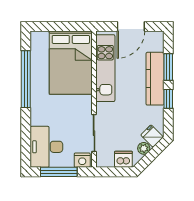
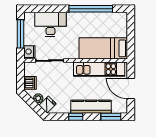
bed: (71, 63) -> (103, 48), width x0.67
window: (168, 67) -> (111, 117), moved
desk: (46, 147) -> (50, 24), moved

